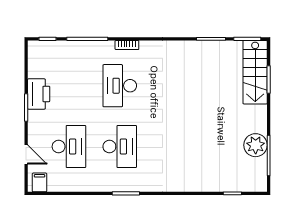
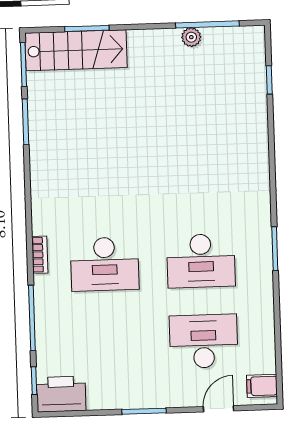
printer: (39, 94) -> (61, 394), moved
plant: (256, 145) -> (191, 37), width x0.53, depth x0.53
desk: (120, 147) -> (201, 261), turned 180

